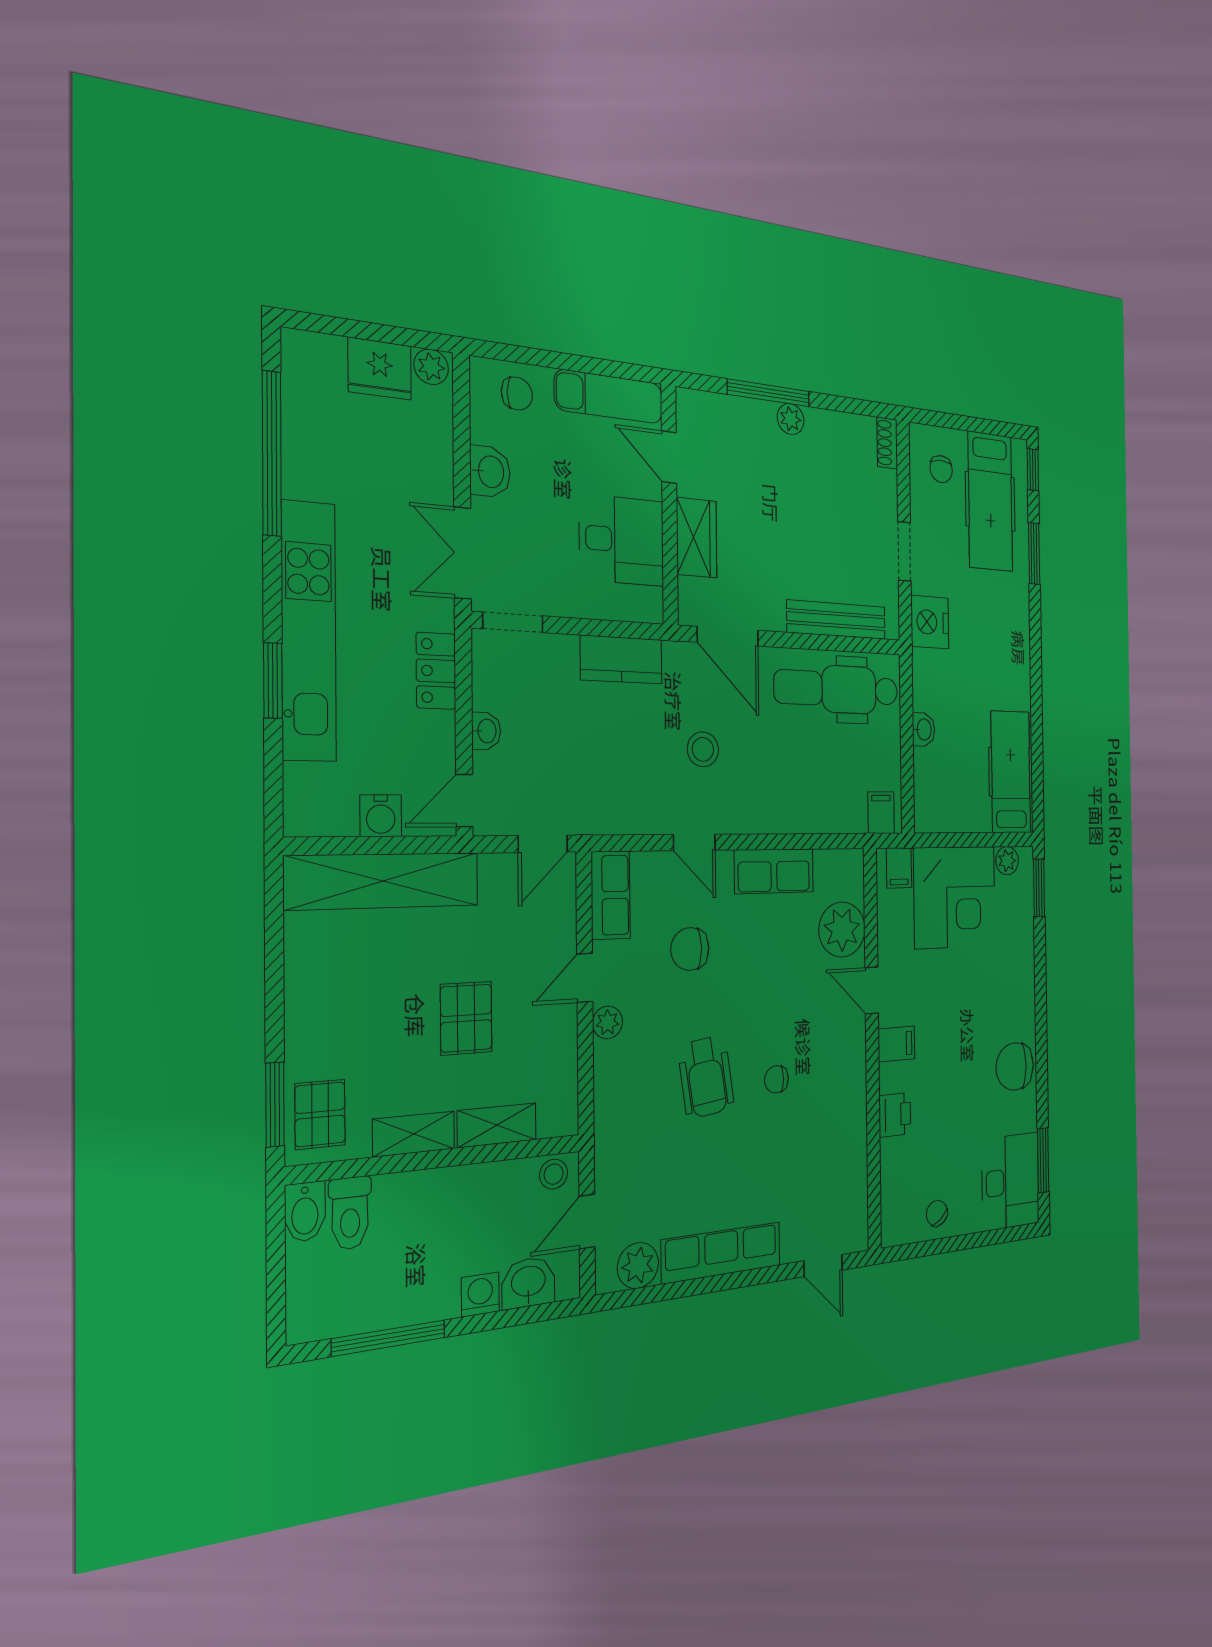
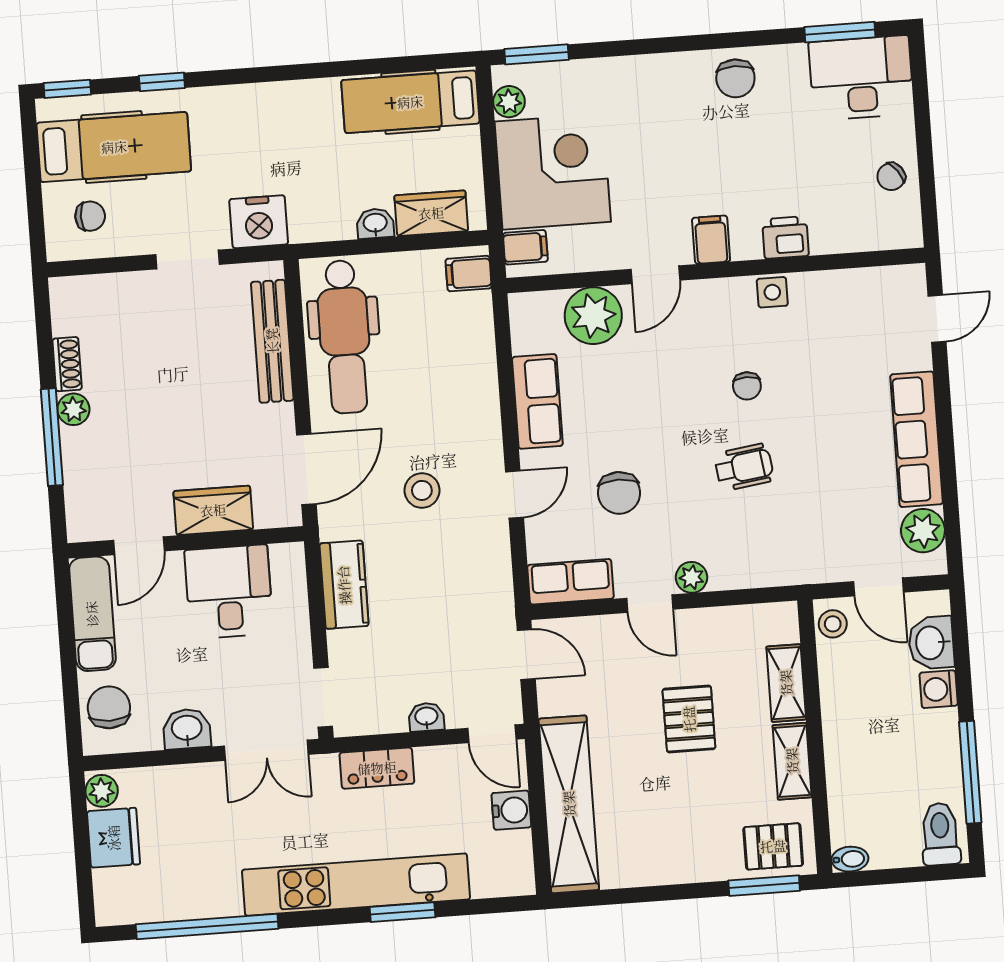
chair: (517, 394) -> (109, 707), width x1.37, depth x1.37
shoe rack: (887, 443) -> (67, 364), moved, turned -90
window: (1034, 554) -> (162, 82), width x0.67
wardrobe: (929, 782) -> (431, 213), added
pallet: (466, 1018) -> (689, 719), turned 90
chair: (1015, 1066) -> (735, 78), width x0.73, depth x0.73
wheelchair: (706, 1077) -> (744, 467), width x0.73, depth x0.73
side table: (852, 1103) -> (772, 292), added
bidet: (305, 1212) -> (850, 859), width x0.72, depth x0.74
toilet: (350, 1213) -> (940, 834), moved, turned -90

